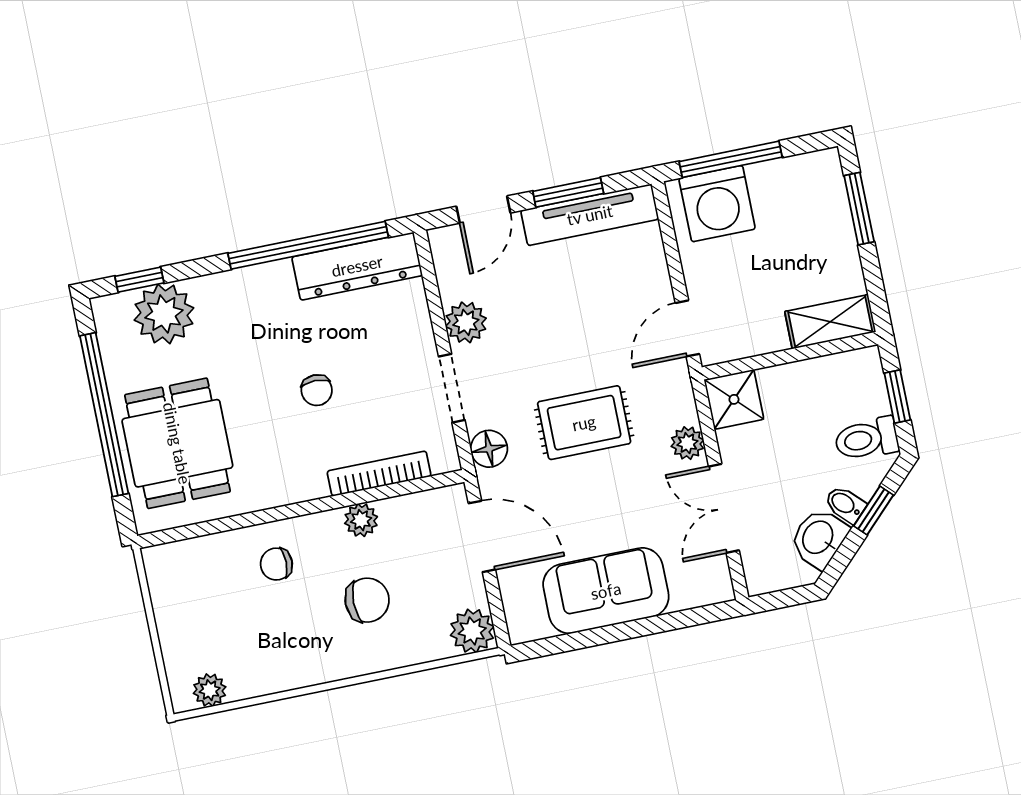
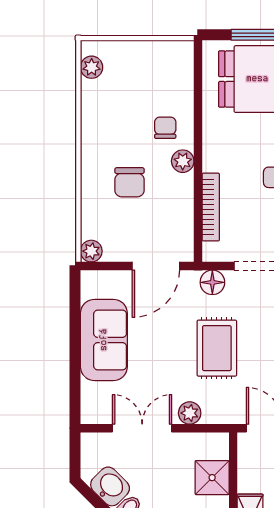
shower: (734, 399) -> (212, 478), moved
plant: (361, 520) -> (183, 161), moved
plant: (472, 631) -> (91, 251), width x0.73, depth x0.73

